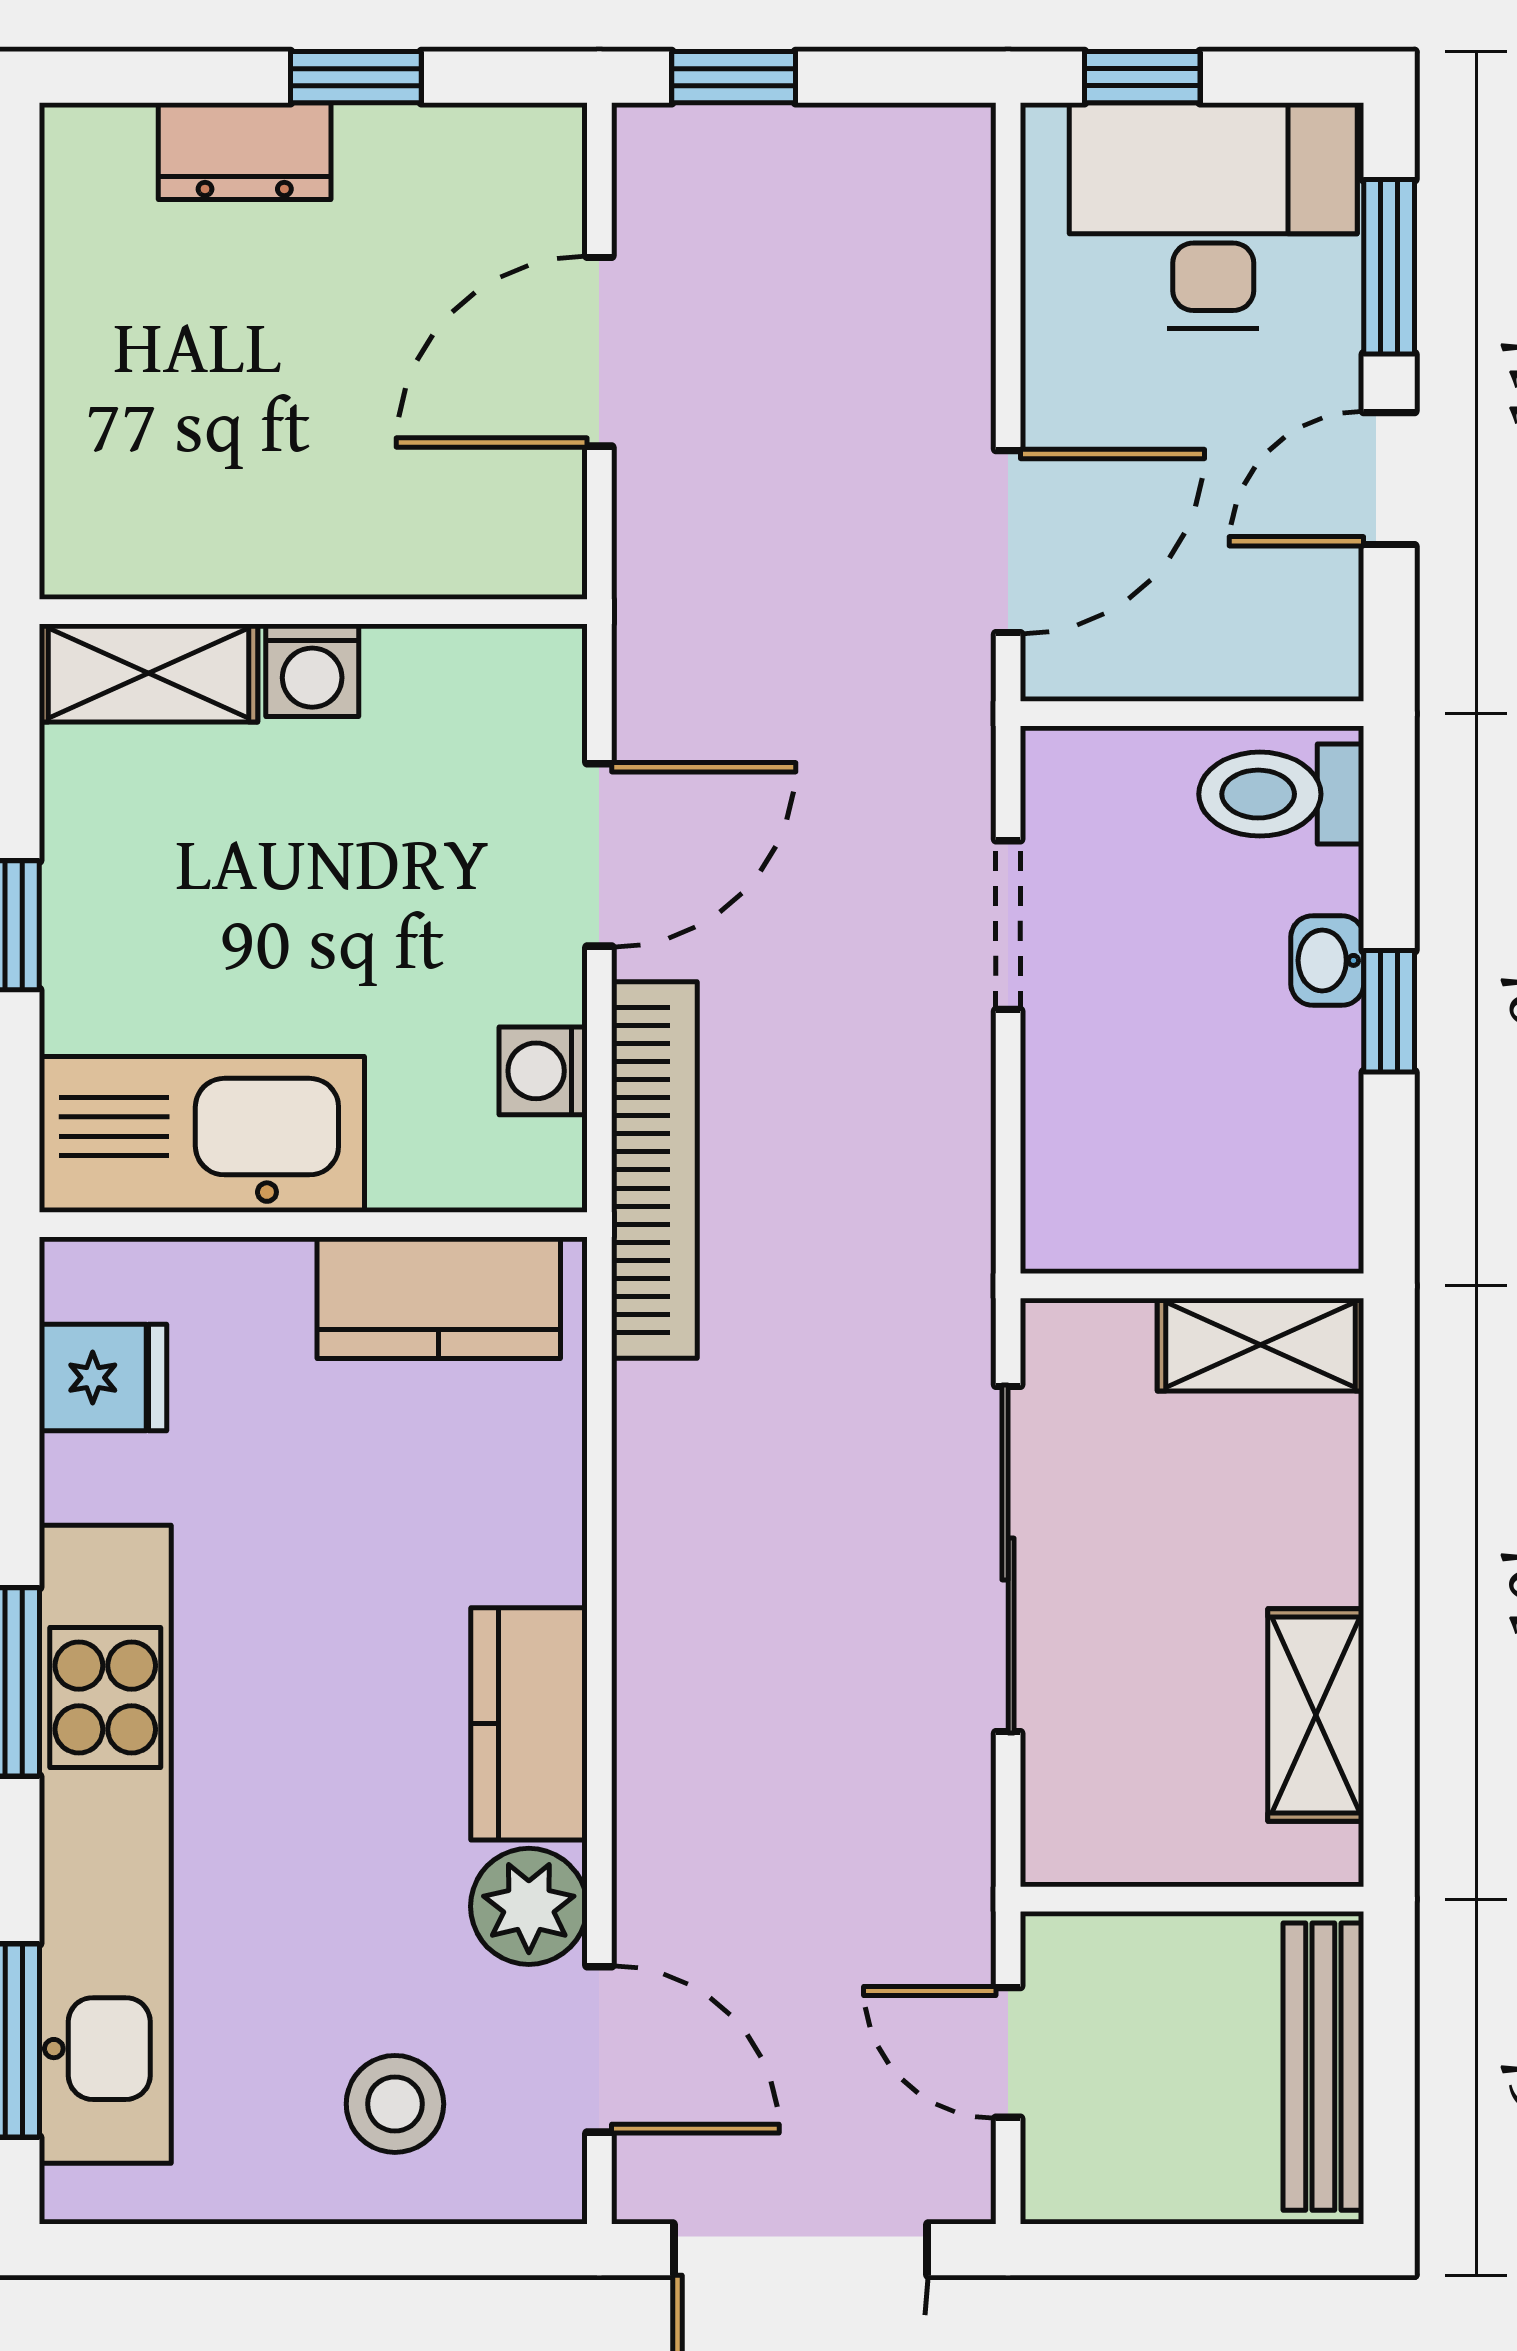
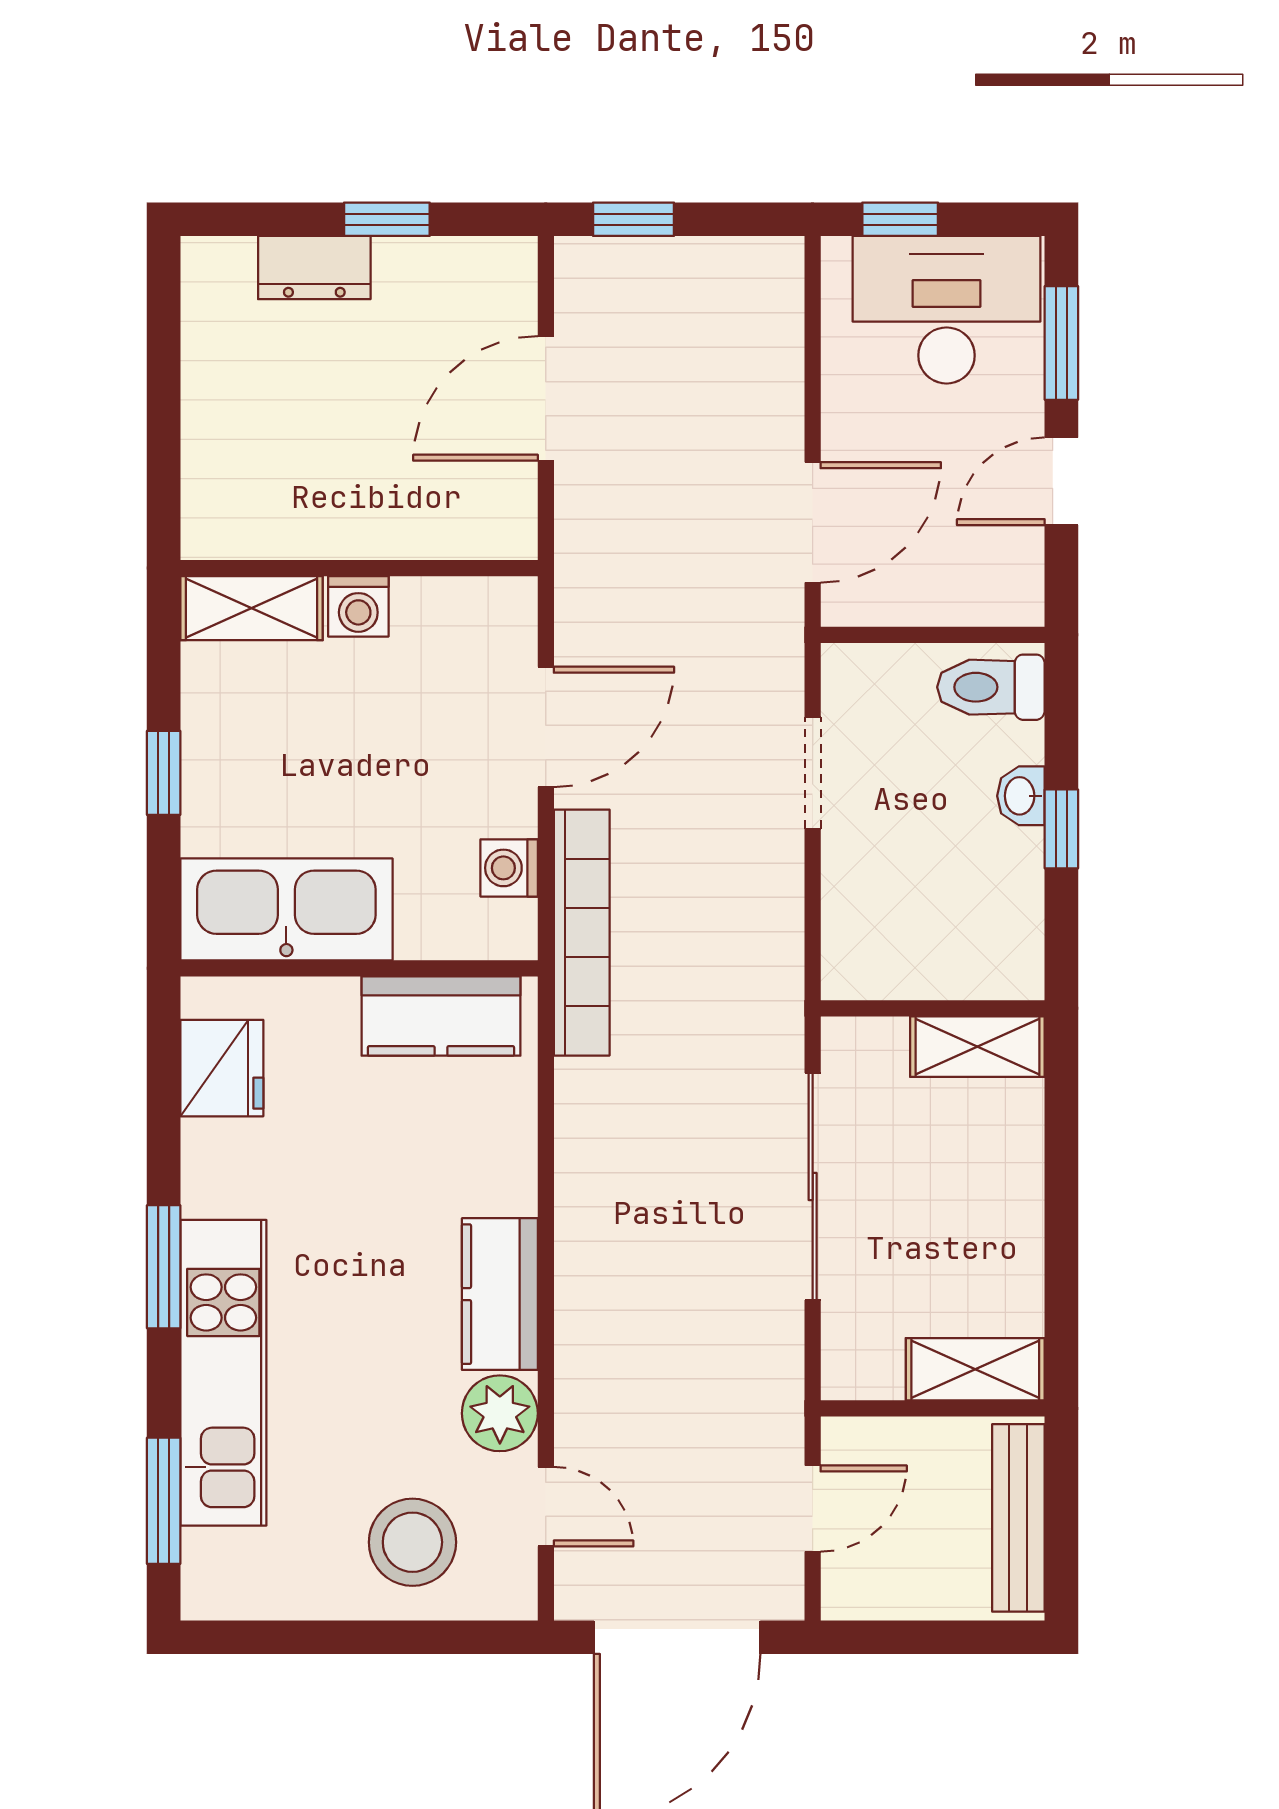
fridge: (103, 1378) -> (222, 1068), width x1.38
shelving: (1316, 1715) -> (975, 1369), moved, turned 90
kitchen unit: (105, 1844) -> (223, 1373), width x0.73
door: (599, 2049) -> (546, 1507), width x0.73
door: (1008, 2052) -> (813, 1509), swing flipped
stool: (395, 2104) -> (412, 1542), width x1.38, depth x1.38

